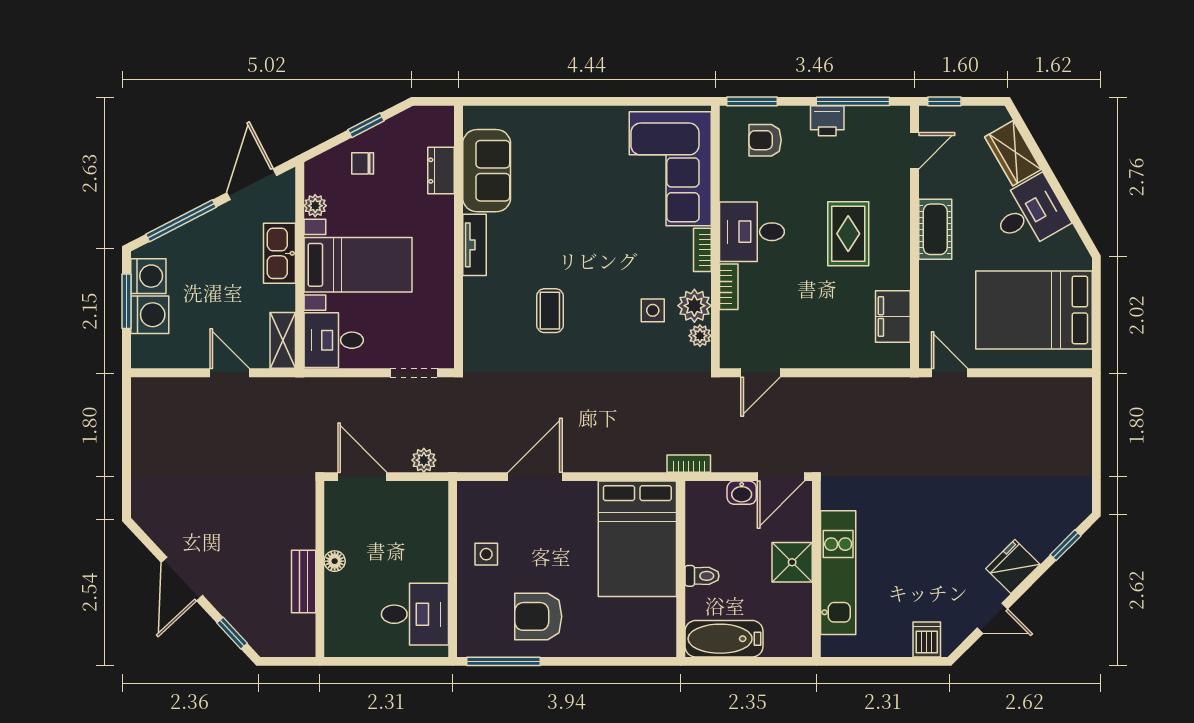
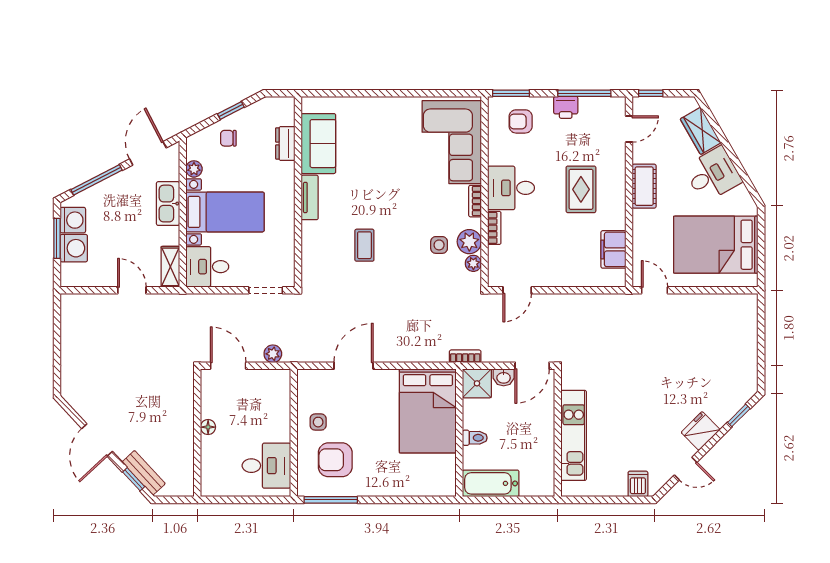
shower: (792, 562) -> (477, 383), moved
bench: (304, 582) -> (144, 473), moved, turned -43
armchair: (538, 616) -> (335, 460), moved

